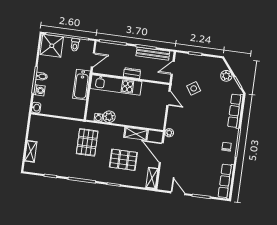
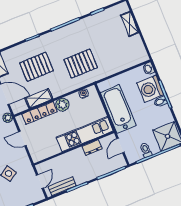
bench: (153, 54) -> (62, 186), width x0.73
dresser: (132, 73) -> (92, 148), moved
bathtub: (81, 85) -> (118, 109), width x1.36, depth x1.36
washing machine: (39, 90) -> (150, 89), width x1.89, depth x1.89
door: (168, 98) -> (22, 139), moved
plant: (109, 117) -> (62, 105), moved
locker: (142, 122) -> (40, 113), added
pallet: (87, 142) -> (81, 64), turned 90

